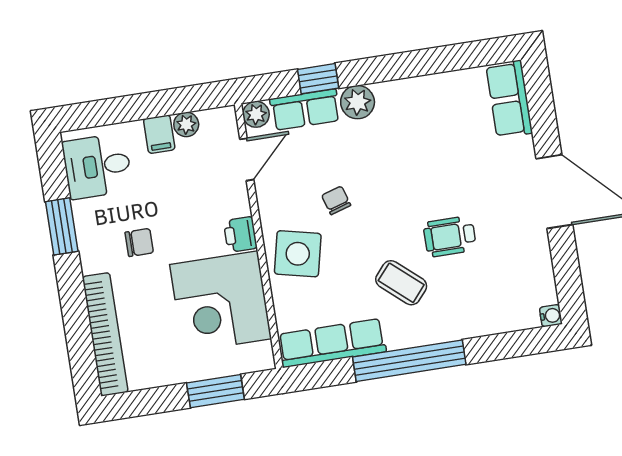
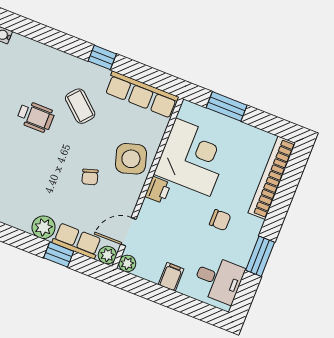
plant: (186, 124) -> (127, 263), moved
chair: (139, 242) -> (220, 220), turned 180
side table: (298, 254) -> (131, 159), turned -30
window: (409, 361) -> (102, 57), width x0.32

